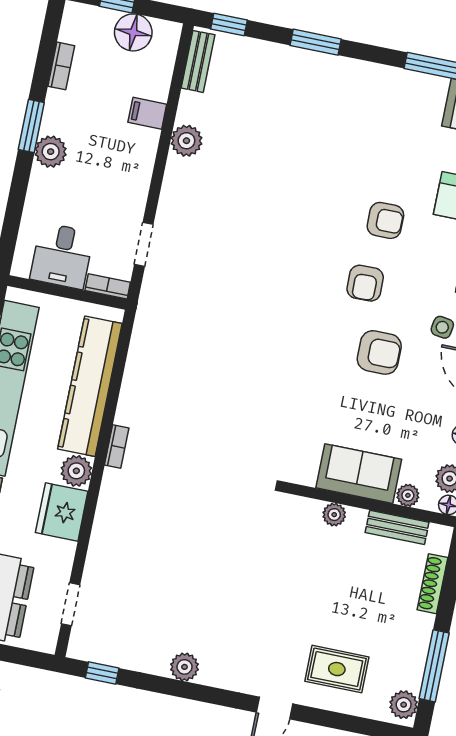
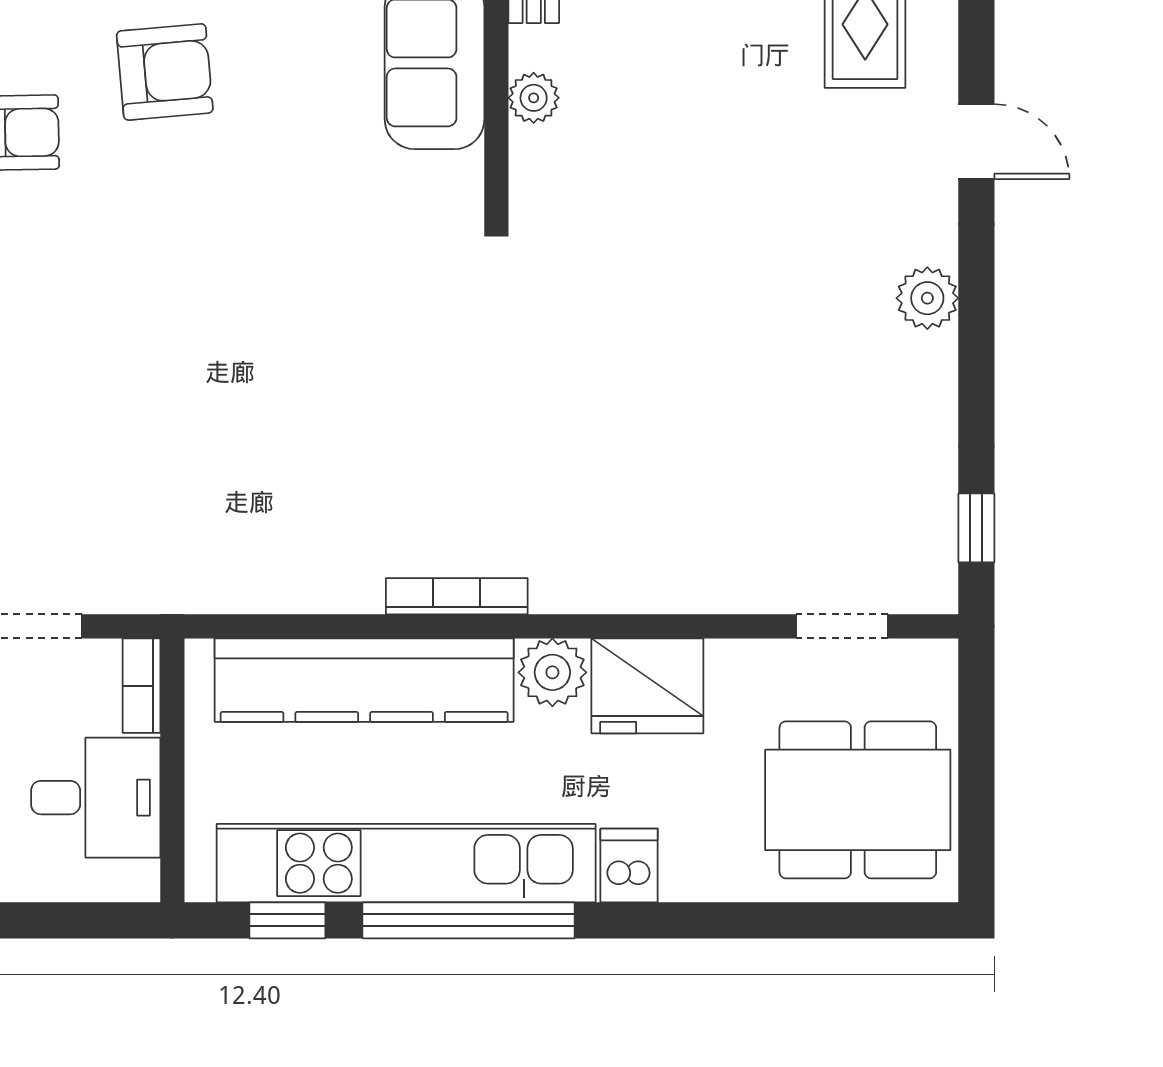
armchair: (379, 352) -> (165, 72), turned 85
bookcase: (117, 446) -> (457, 596), width x1.56
plant: (184, 667) -> (927, 298), moved

